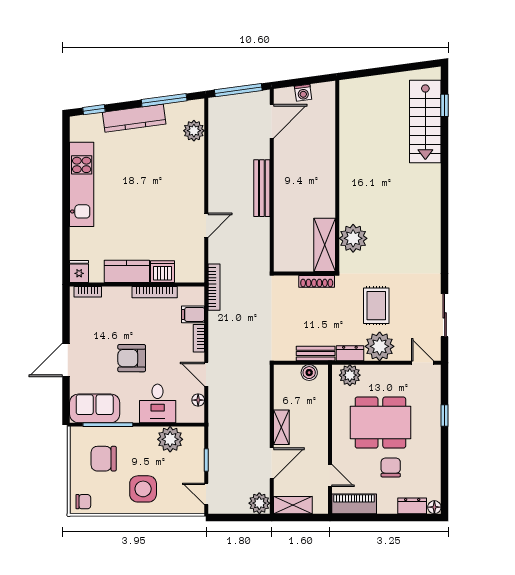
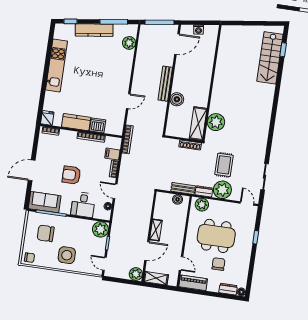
boiler: (284, 211) -> (177, 99), added
plant: (170, 439) -> (100, 229), moved

